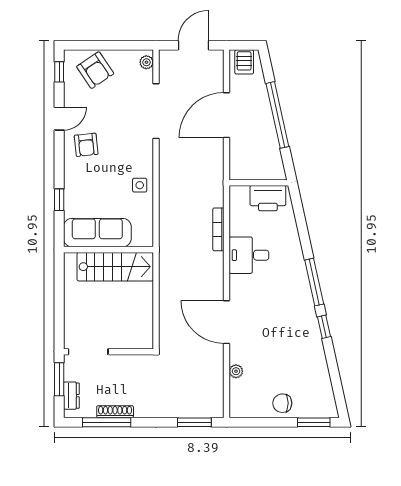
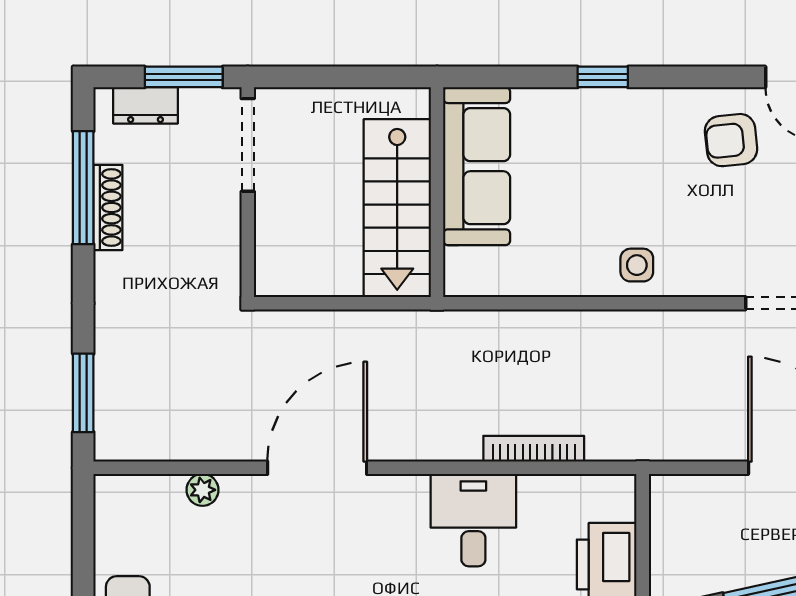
sofa: (97, 233) -> (477, 166), moved
wall: (108, 250) -> (437, 192), moved
stairs: (115, 267) -> (397, 208), moved

